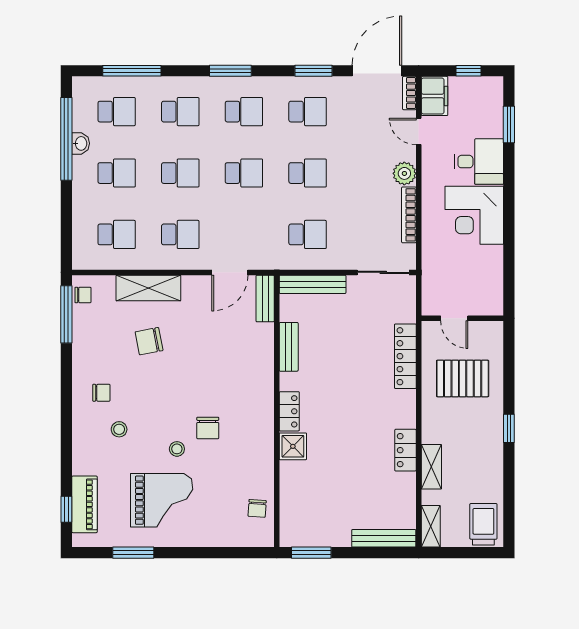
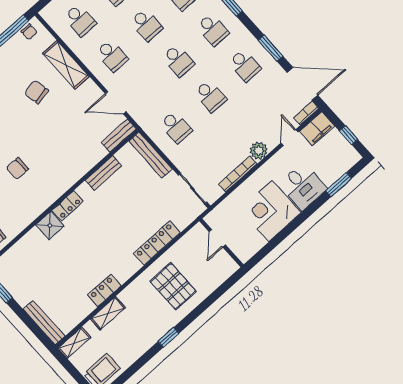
door: (454, 318) -> (217, 238), moved
wall: (462, 318) -> (221, 243), moved

